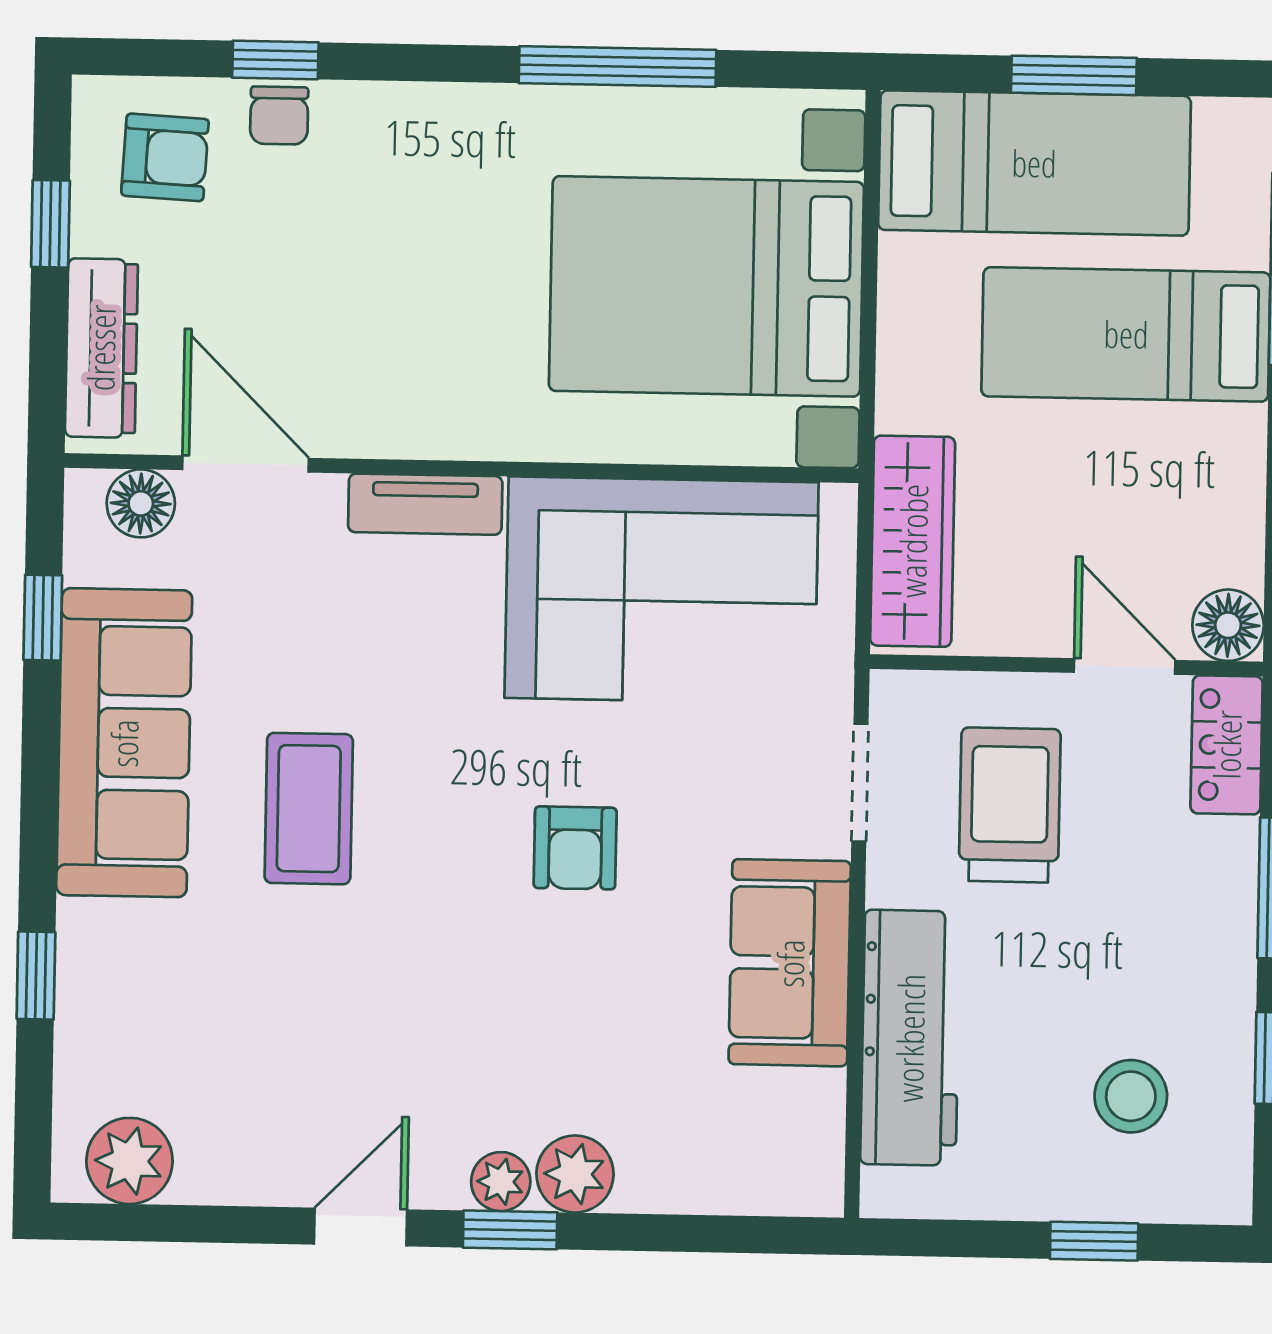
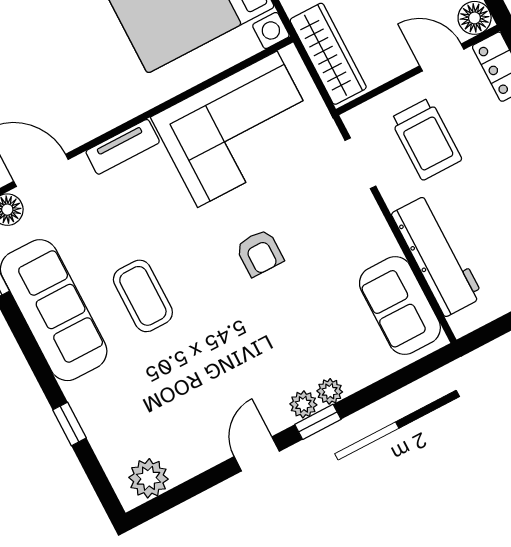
trolley: (1010, 805) -> (426, 139), turned 180
sofa: (790, 963) -> (400, 305), moved
plant: (575, 1174) -> (330, 391), width x0.73, depth x0.73

